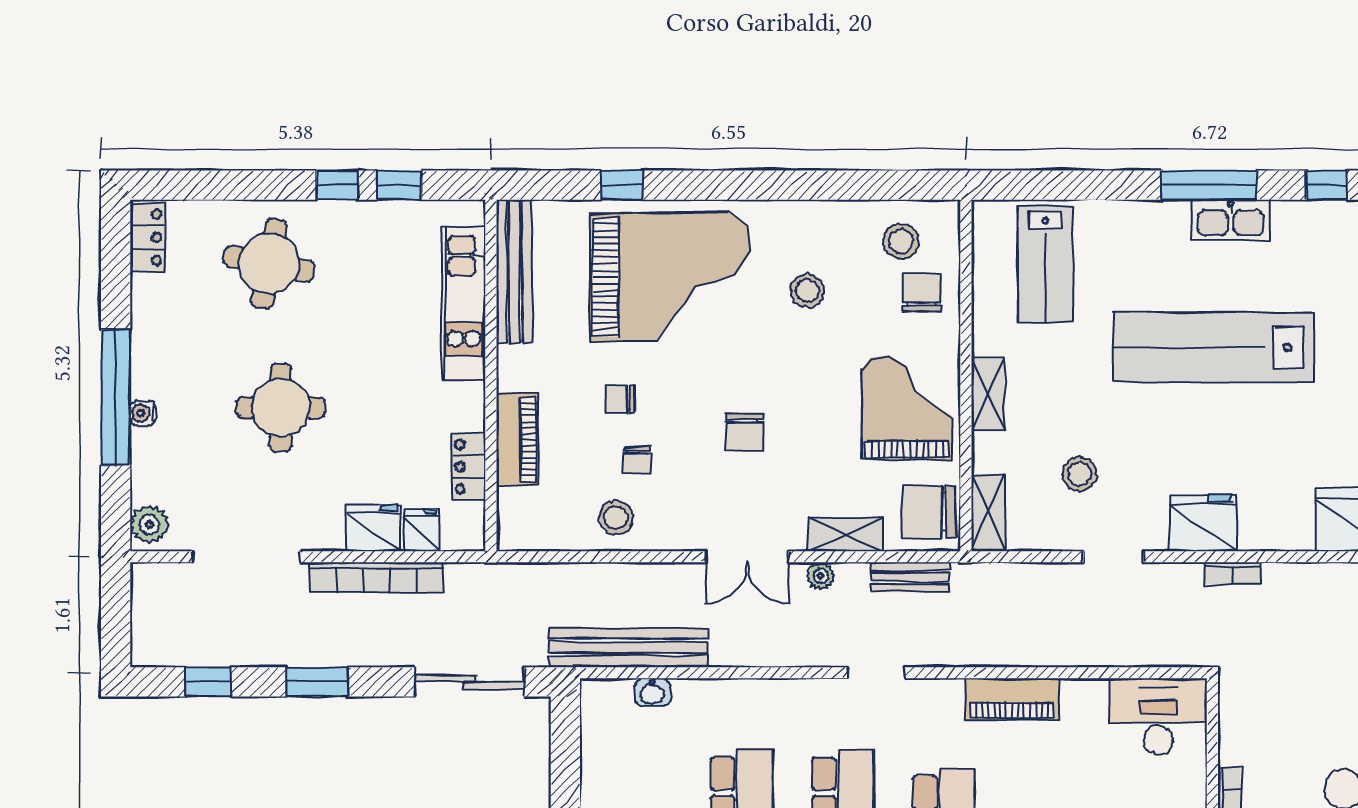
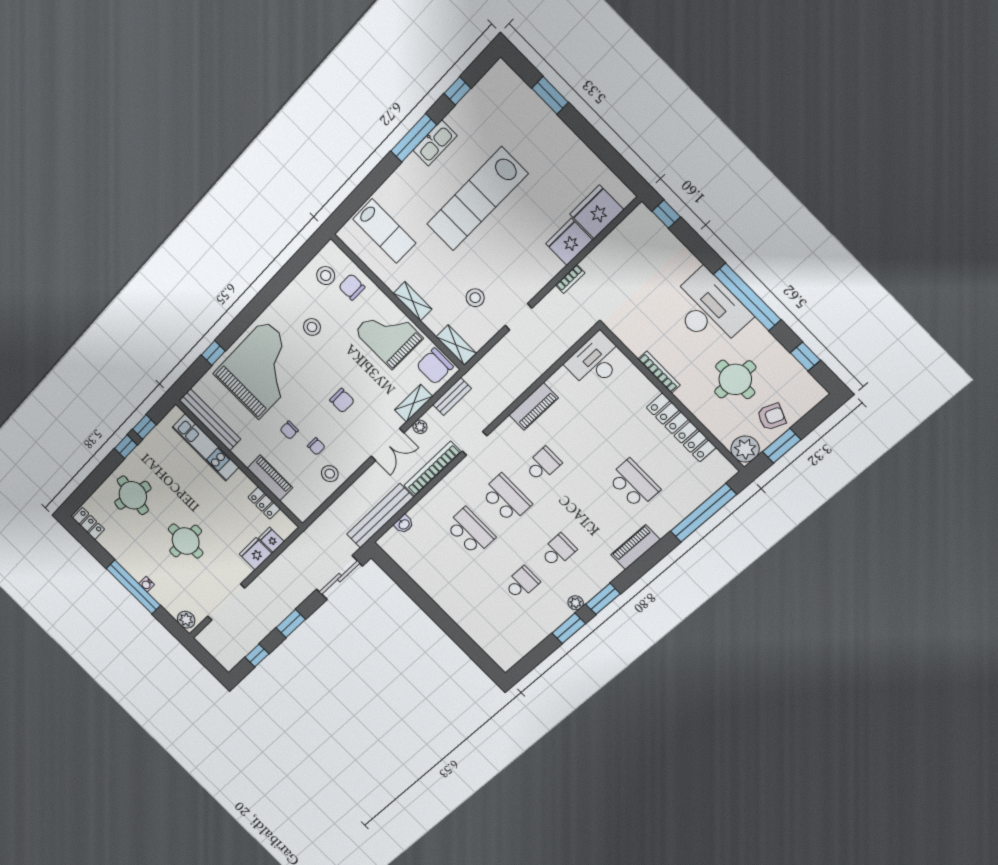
fridge: (1203, 523) -> (569, 242), moved
bookcase: (377, 577) -> (433, 469), moved, turned 180

